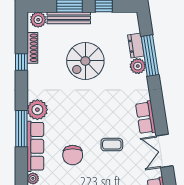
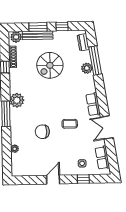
dresser: (136, 45) -> (83, 42), moved
row of seats: (35, 146) -> (16, 126), removed
chair: (73, 155) -> (42, 132), turned 90

